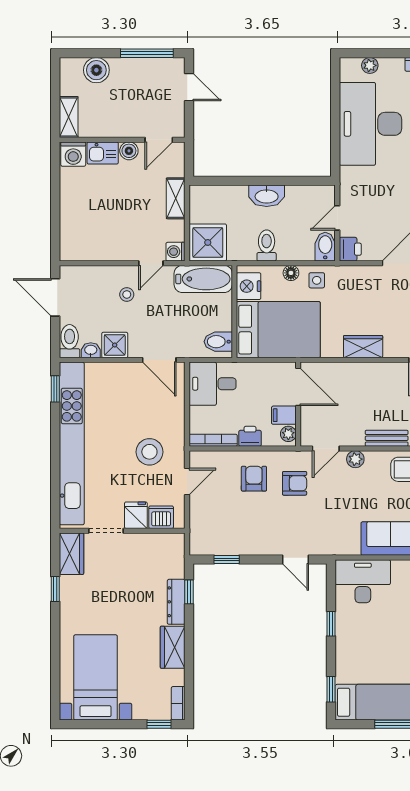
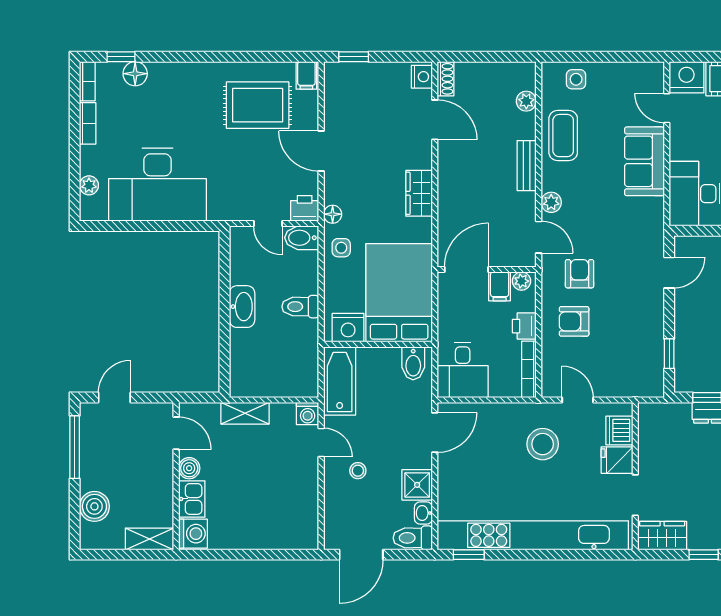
shower: (208, 242) -> (297, 376), removed
floor lamp: (291, 273) -> (333, 214), moved

